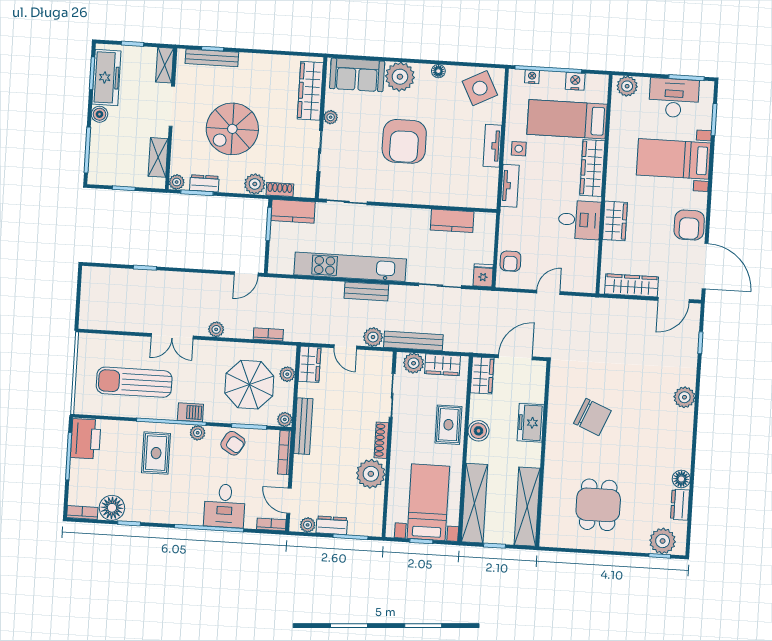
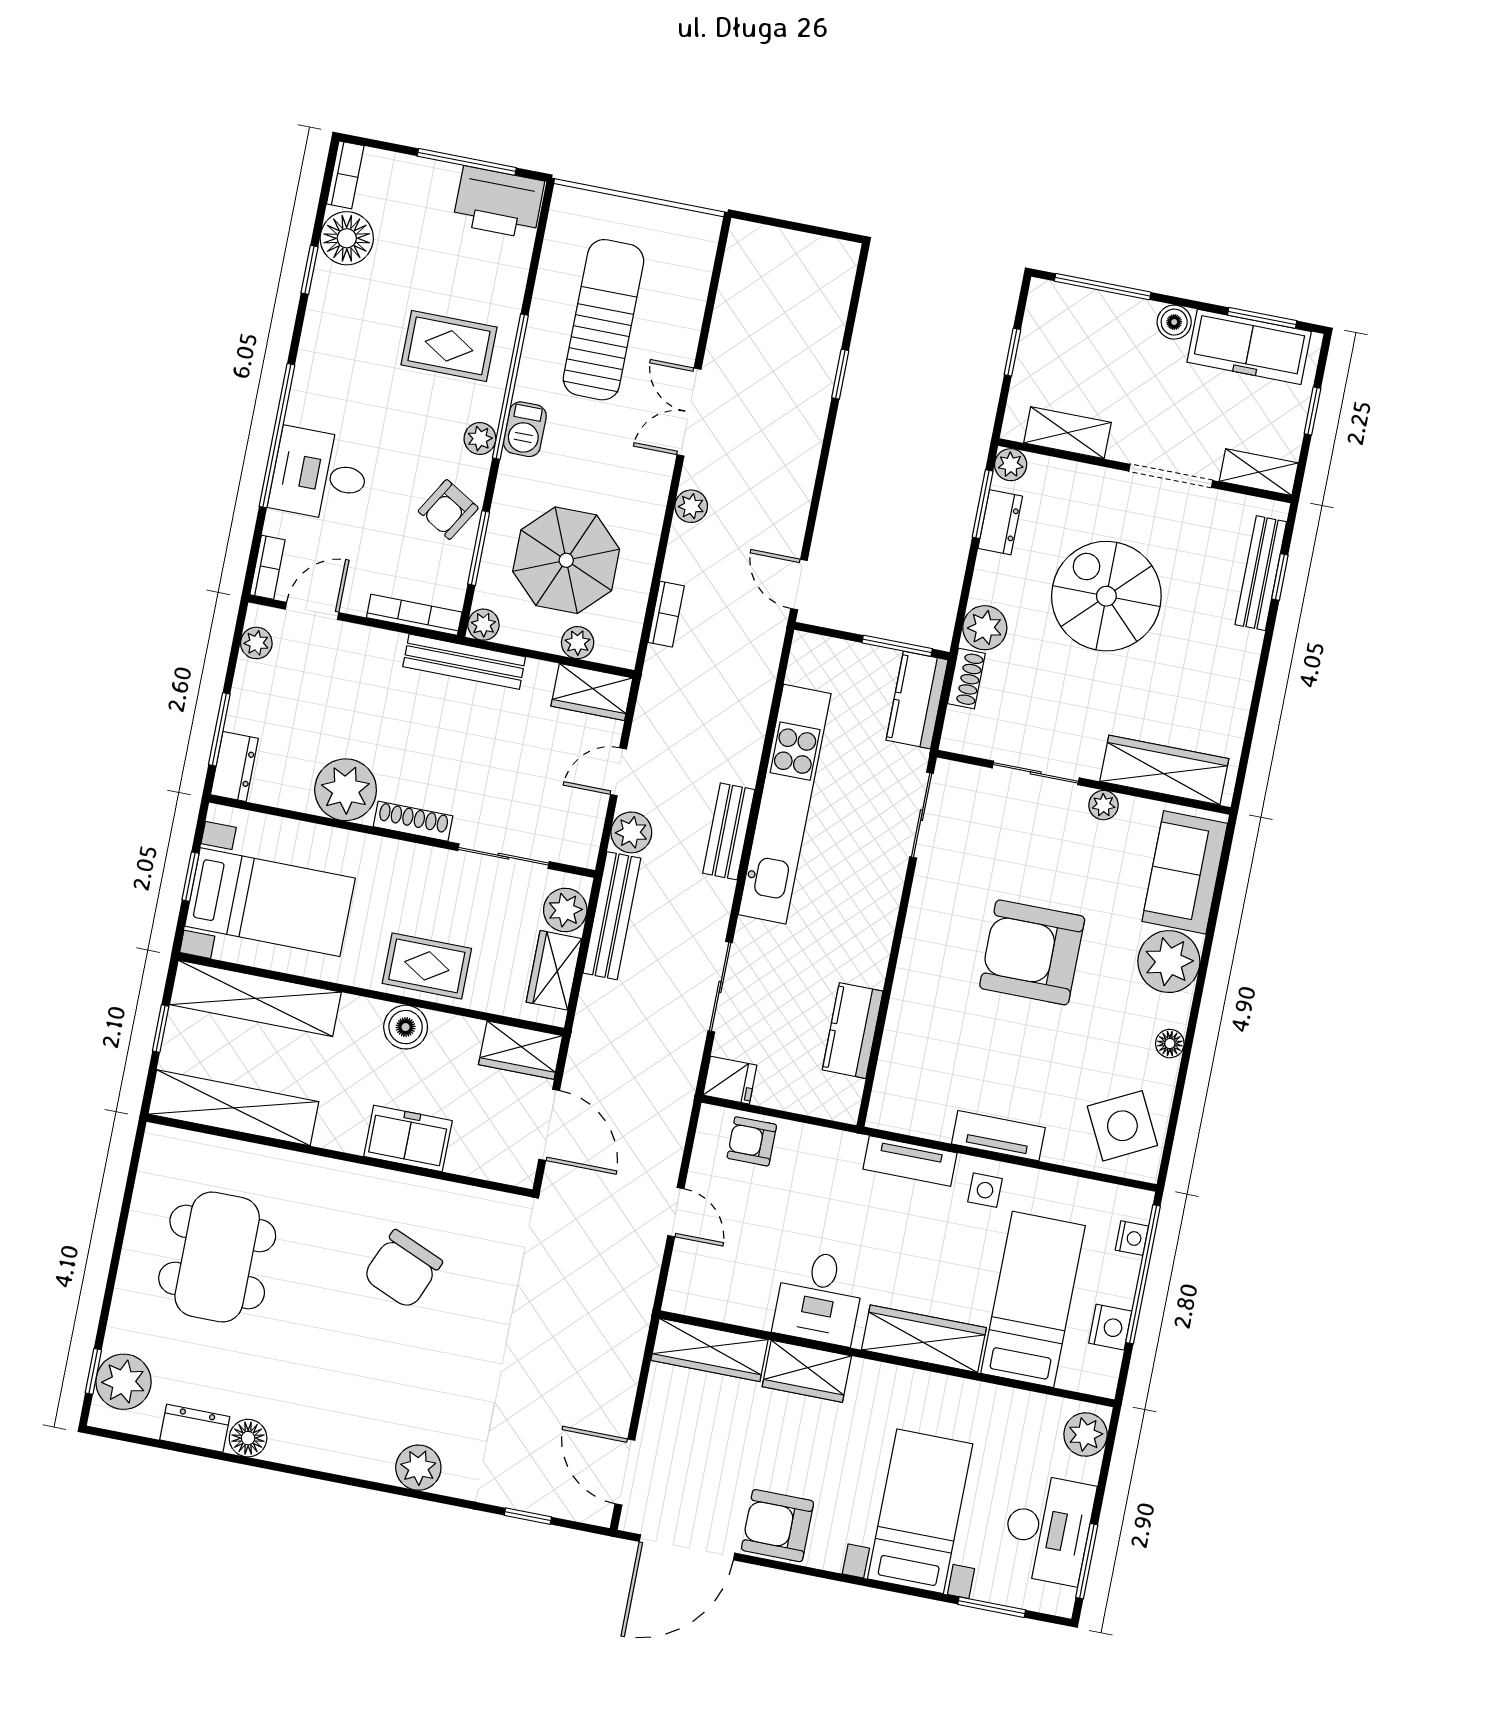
wardrobe: (632, 285) -> (709, 1350), moved, turned 90
dining table: (598, 505) -> (217, 1257), width x1.38
dresser: (332, 525) -> (234, 767), moved

